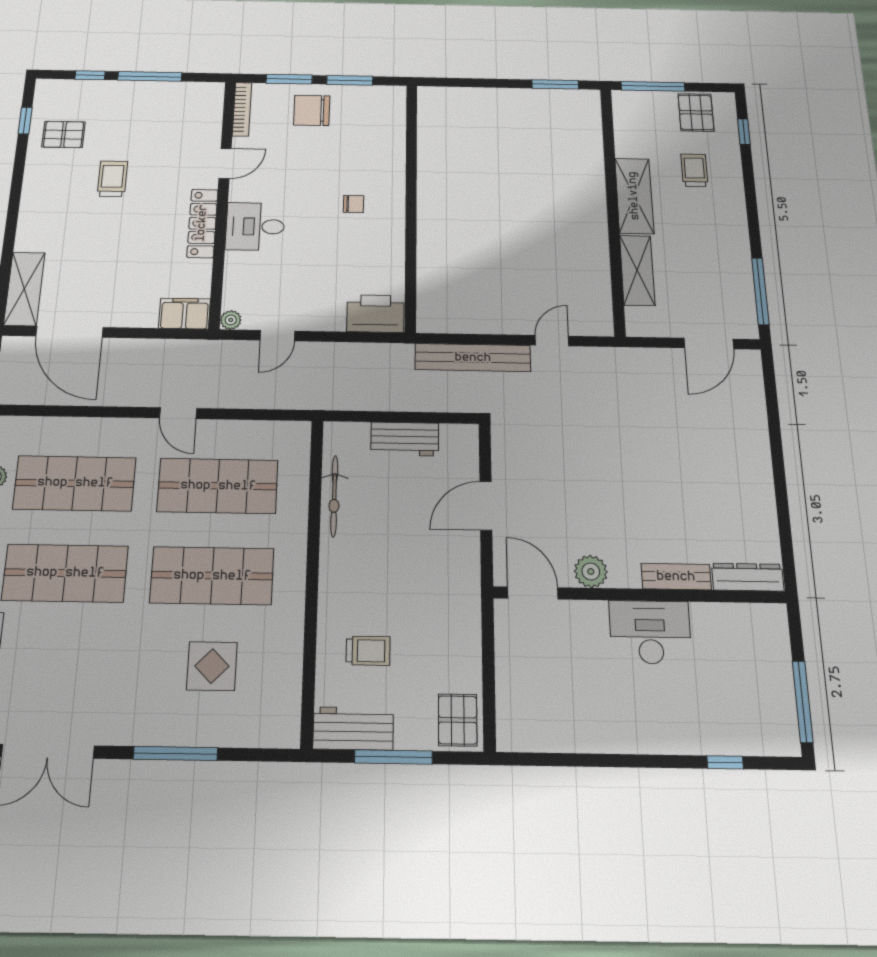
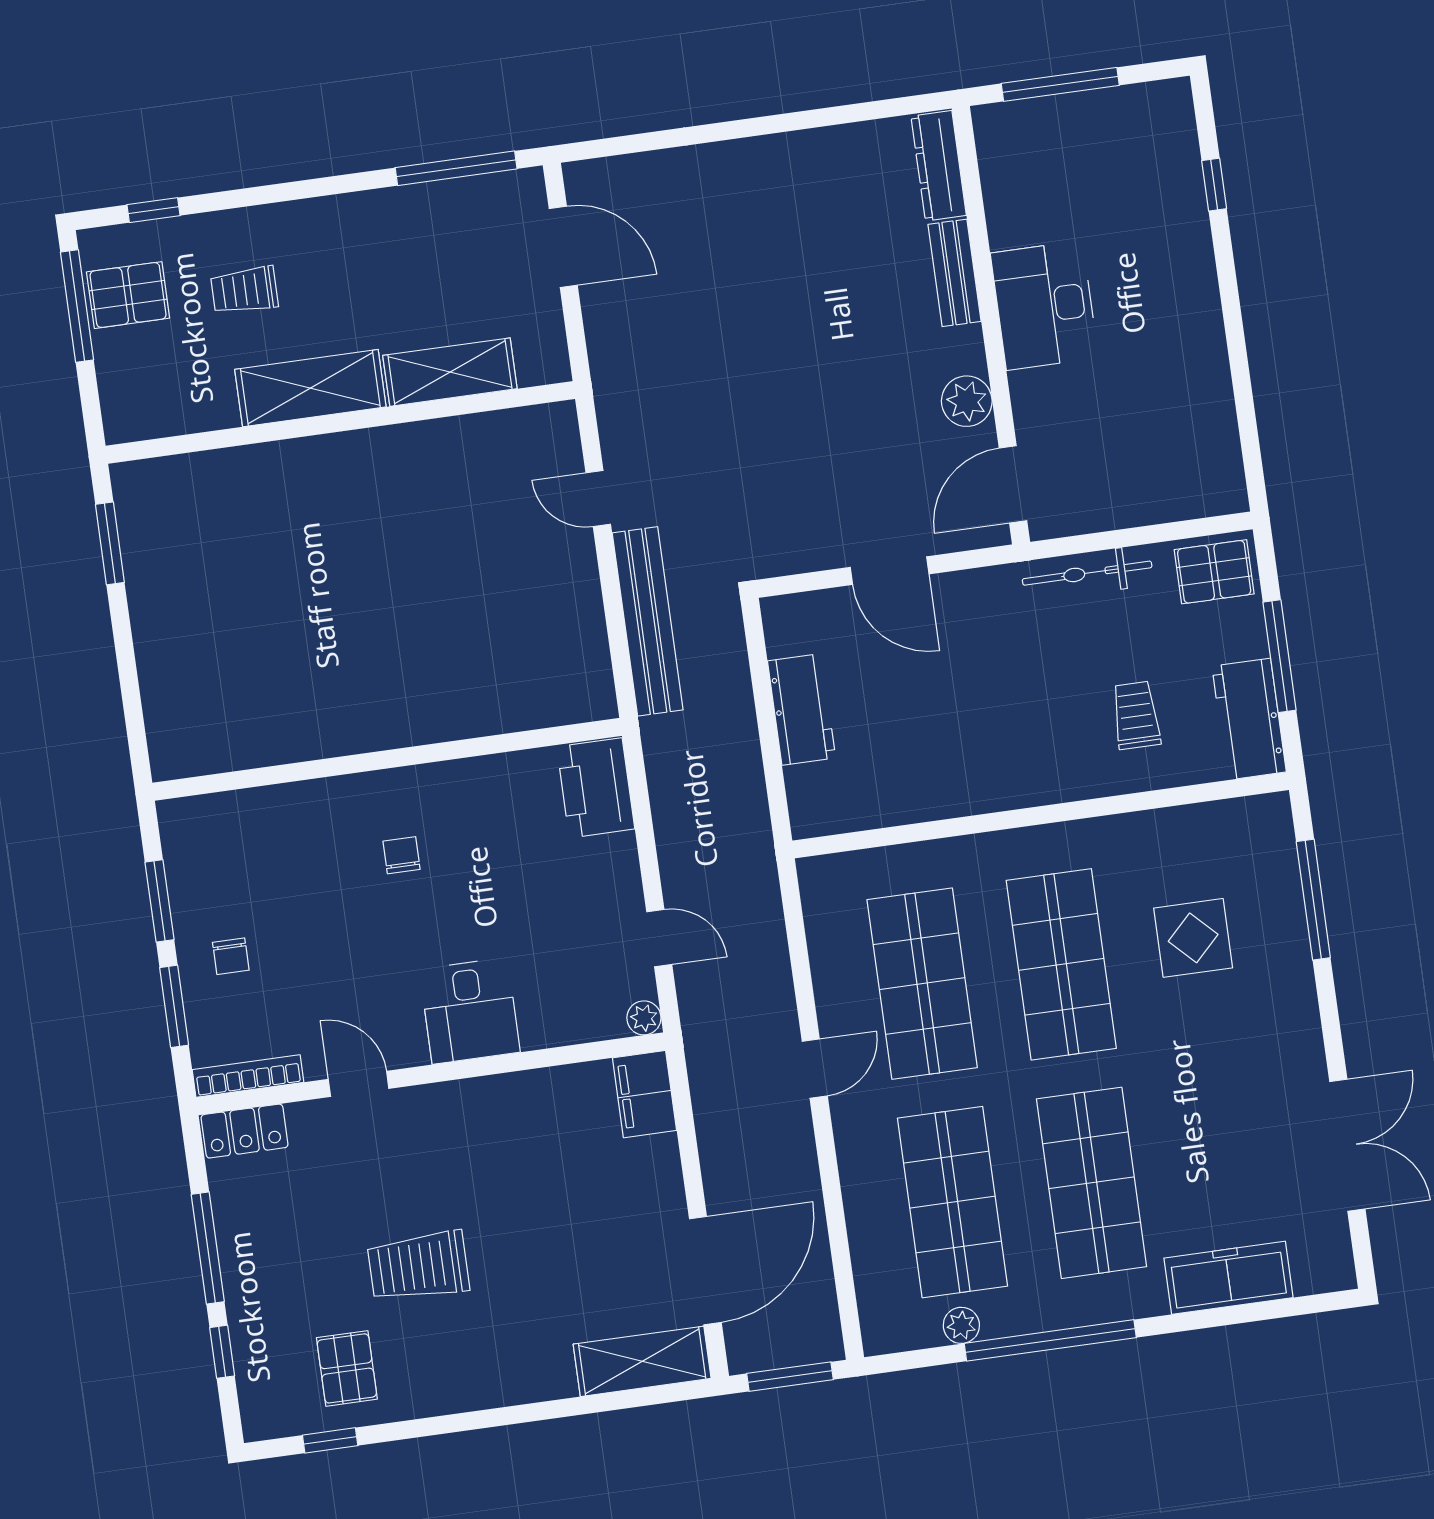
window: (653, 86) -> (77, 306), moved
chair: (312, 110) -> (231, 956), width x0.54, depth x0.54
trolley: (112, 179) -> (418, 1266), width x1.36, depth x1.39
locker: (202, 223) -> (245, 1131), moved, width x0.66
bicycle: (334, 496) -> (1087, 573), moved, turned 180
window: (803, 702) -> (1060, 84), moved
window: (175, 753) -> (1313, 900), moved

